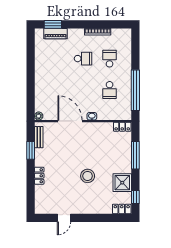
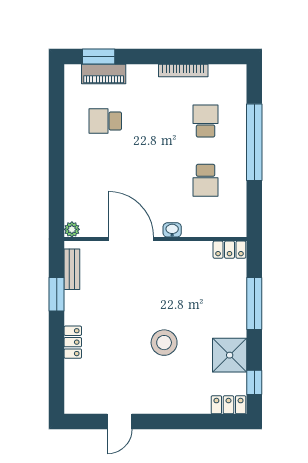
school desk: (83, 59) -> (105, 121), moved, turned 180
window: (135, 90) -> (254, 142), moved

